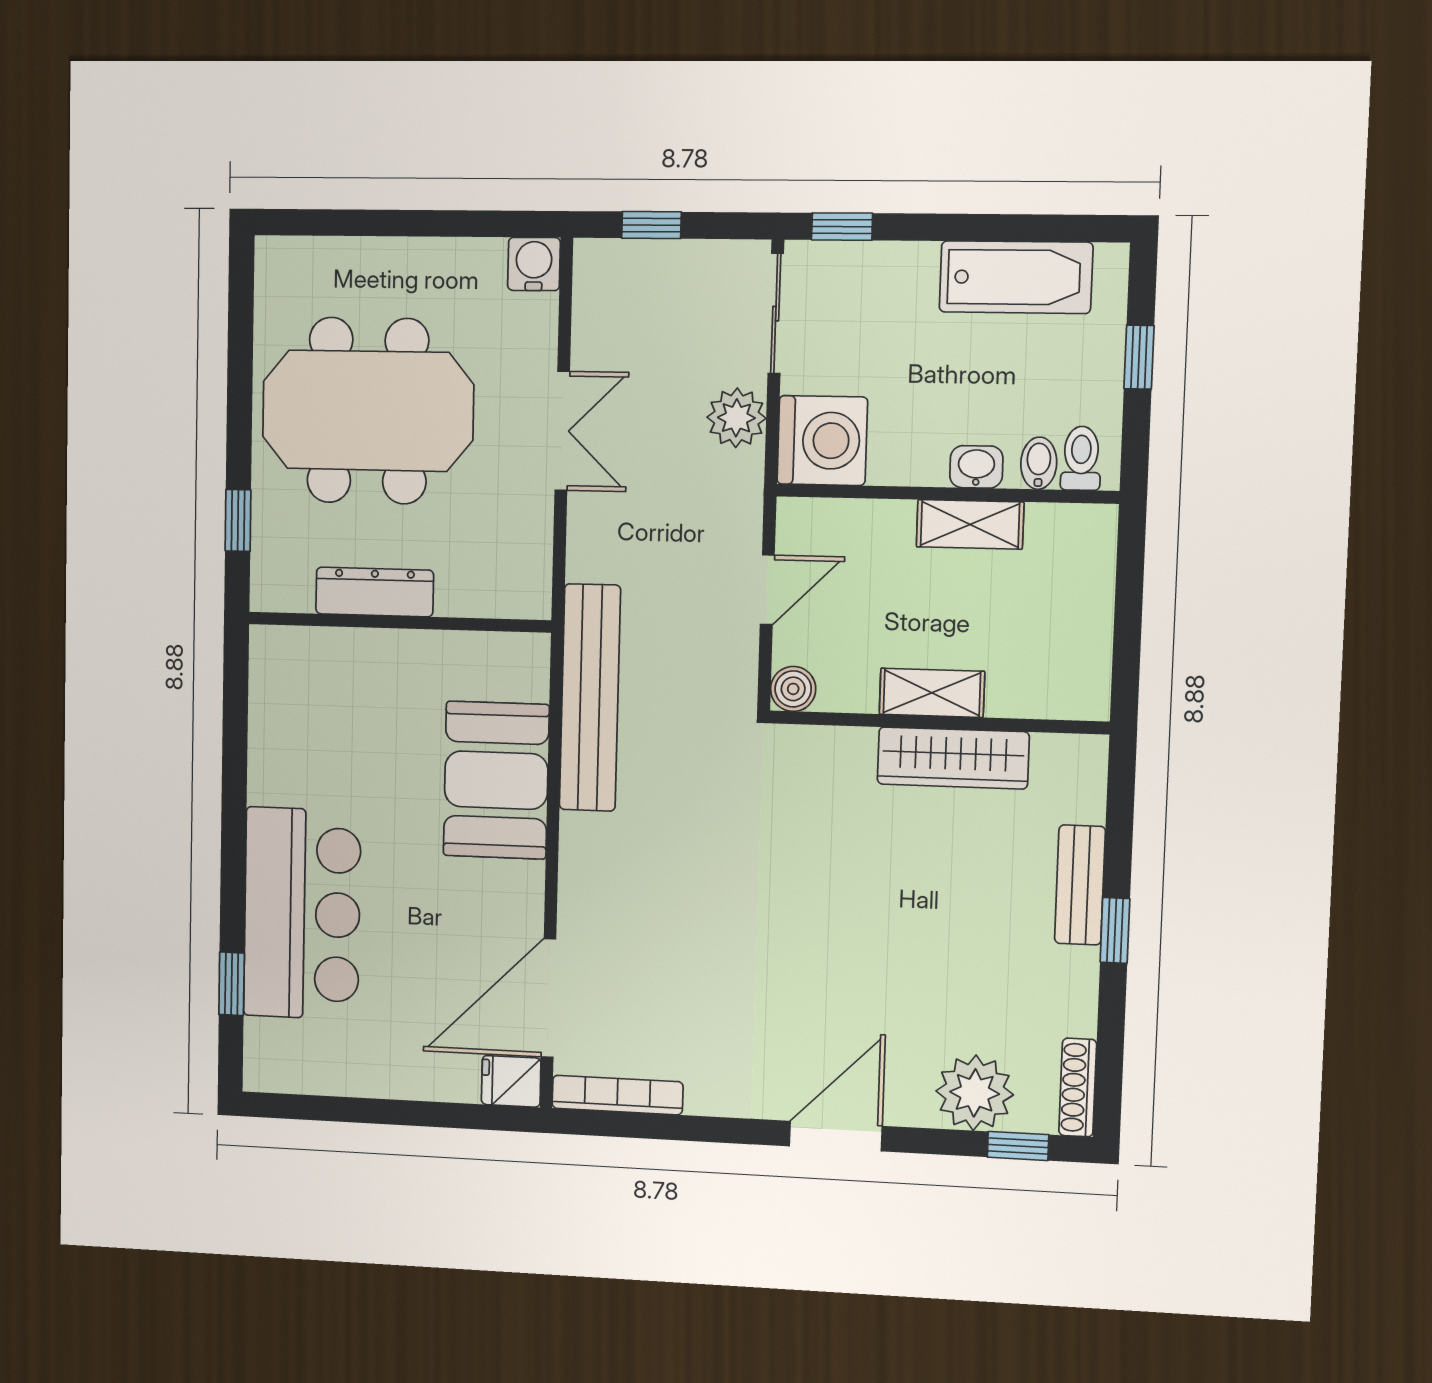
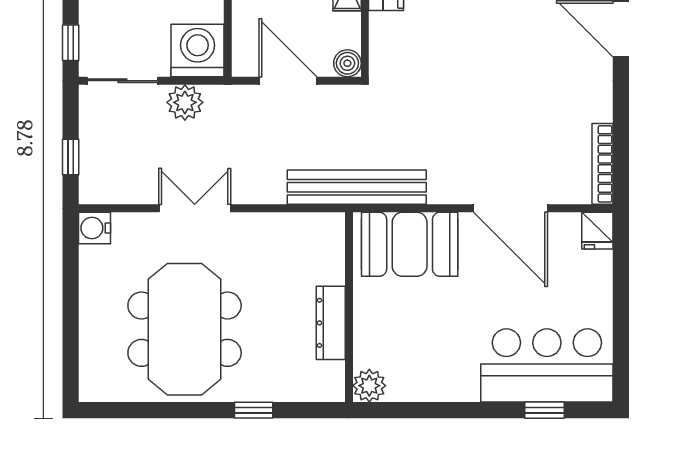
door: (767, 590) -> (288, 81), width x1.38
dresser: (375, 592) -> (331, 323), moved
wall: (399, 622) -> (349, 307), moved
plant: (274, 708) -> (369, 386), added
bar counter: (302, 914) -> (547, 365), moved
door: (549, 998) -> (510, 208), moved

